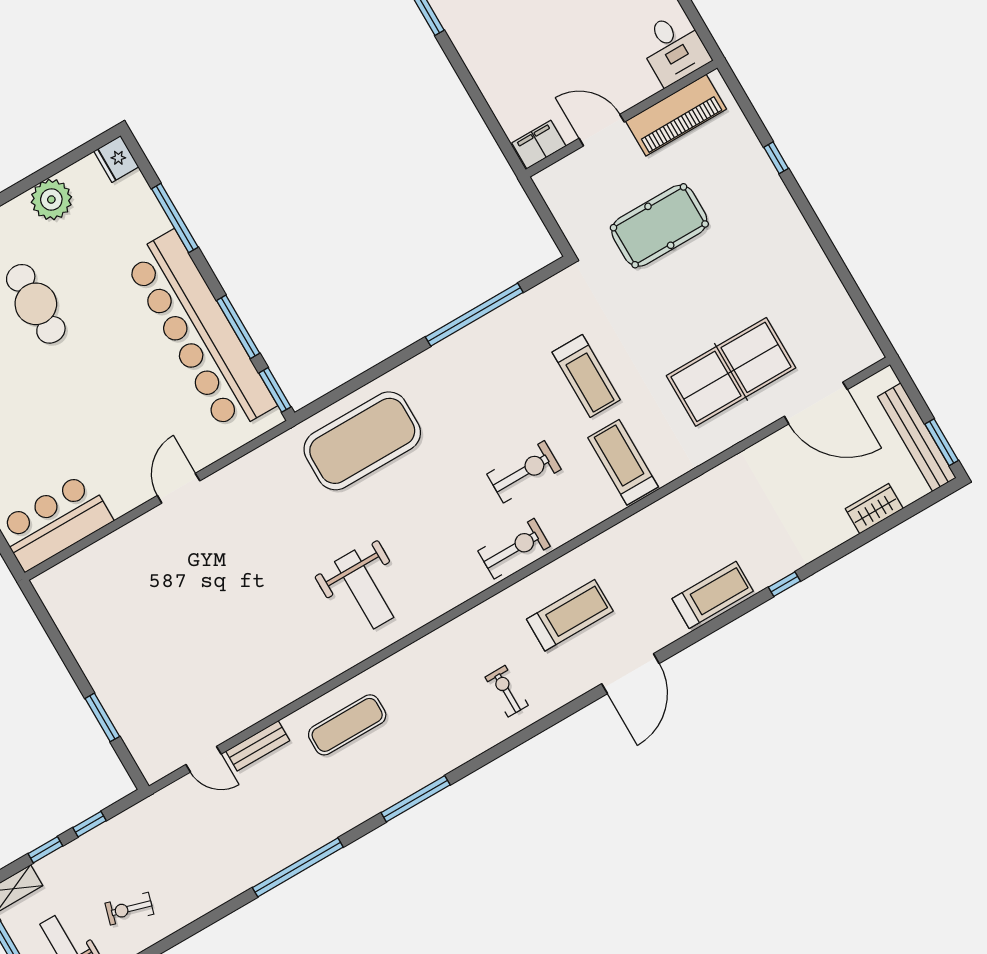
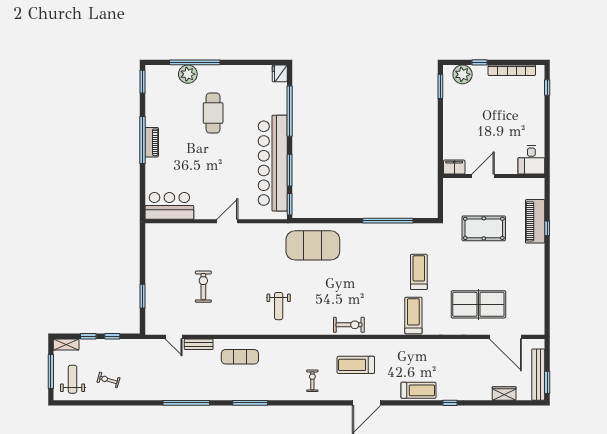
piano: (676, 115) -> (535, 221), moved, turned 90
door: (602, 130) -> (483, 176), hinge flipped
plant: (51, 200) -> (244, 74), removed
window: (175, 218) -> (290, 111), width x1.46
treadmill: (586, 376) -> (419, 272), turned 180
exercise bike: (524, 472) -> (203, 287), moved, turned -90
weight bench: (364, 590) -> (279, 306), width x0.73, depth x0.75
treadmill: (570, 615) -> (356, 365), turned 180

